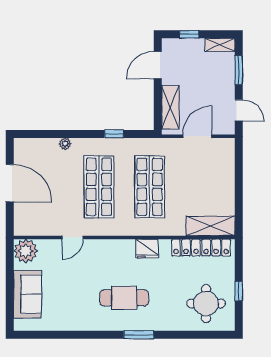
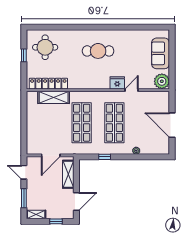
shelving: (210, 226) -> (54, 97), moved
fridge: (147, 249) -> (117, 83), moved
window: (139, 335) -> (89, 27), removed

